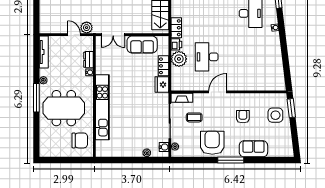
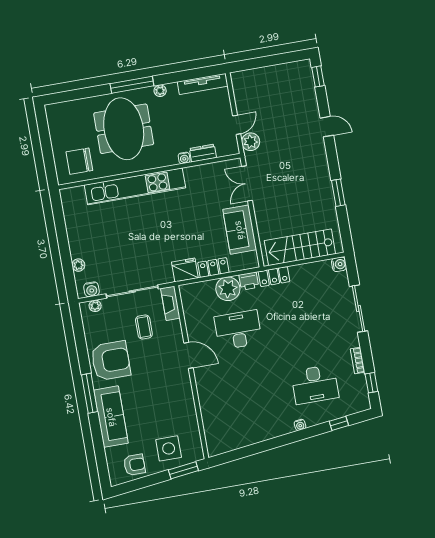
armchair: (243, 117) -> (134, 465), moved
chair: (80, 140) -> (79, 161), turned 90
sofa: (253, 149) -> (111, 417), width x1.36

